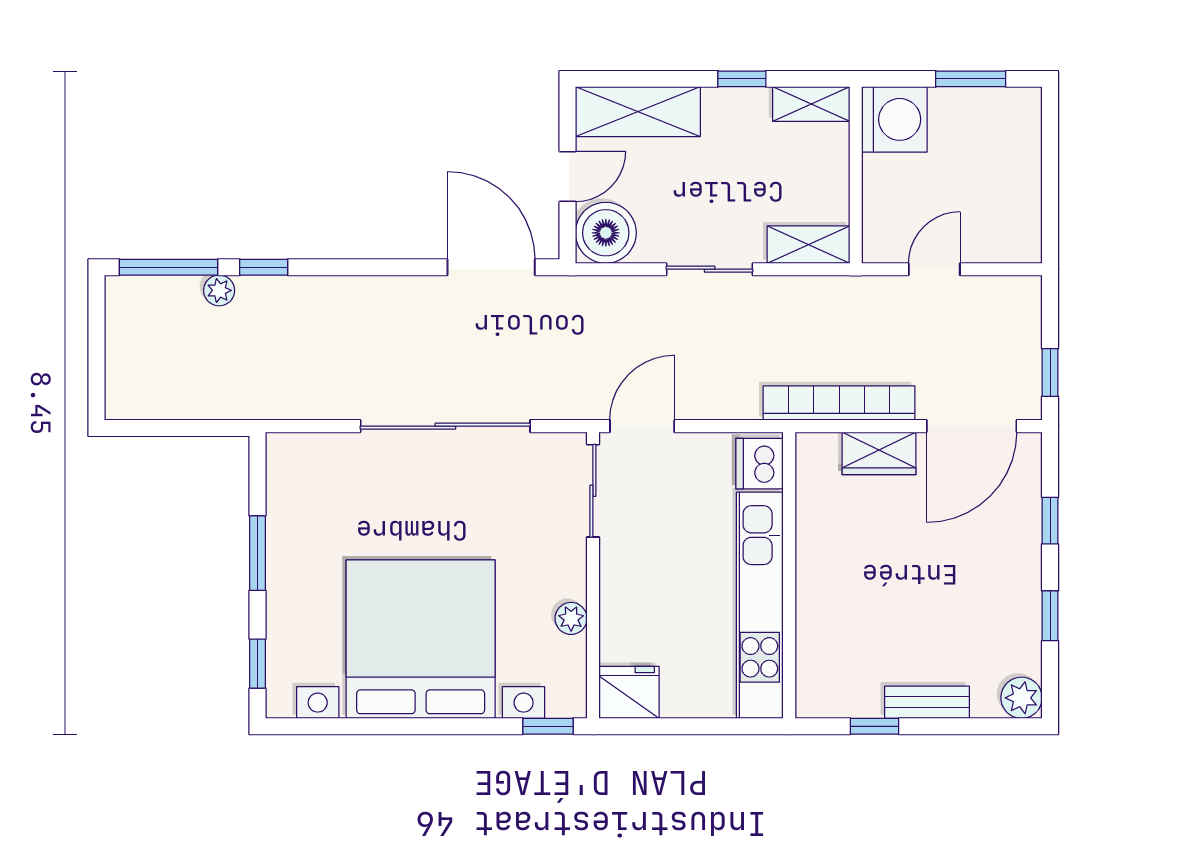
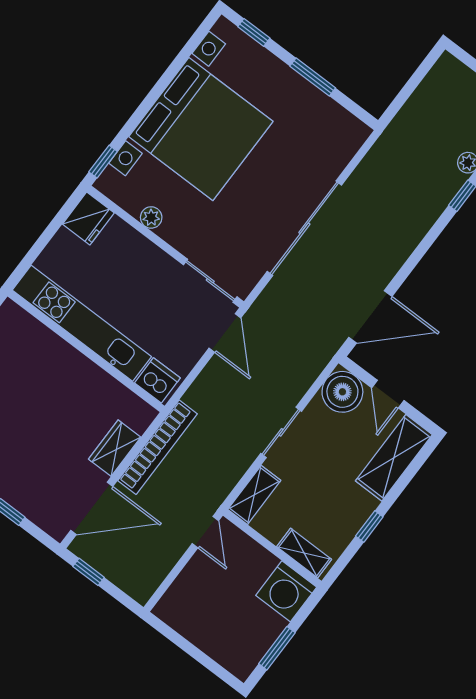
shelving: (811, 104) -> (304, 553), moved, turned 90
door: (934, 269) -> (205, 532), moved
door: (972, 426) -> (92, 508), swing flipped

